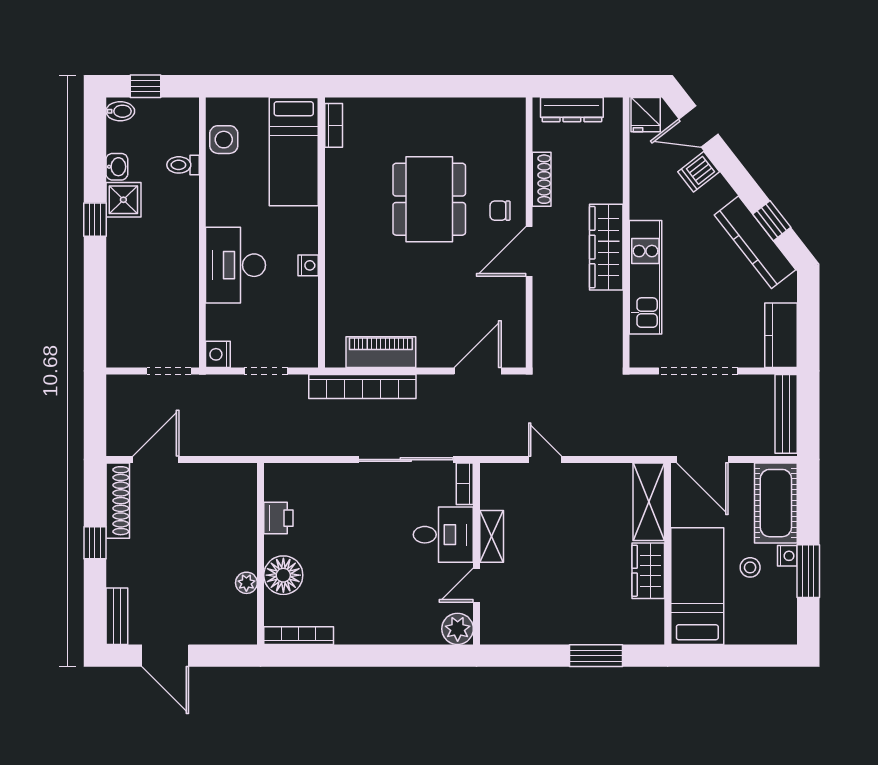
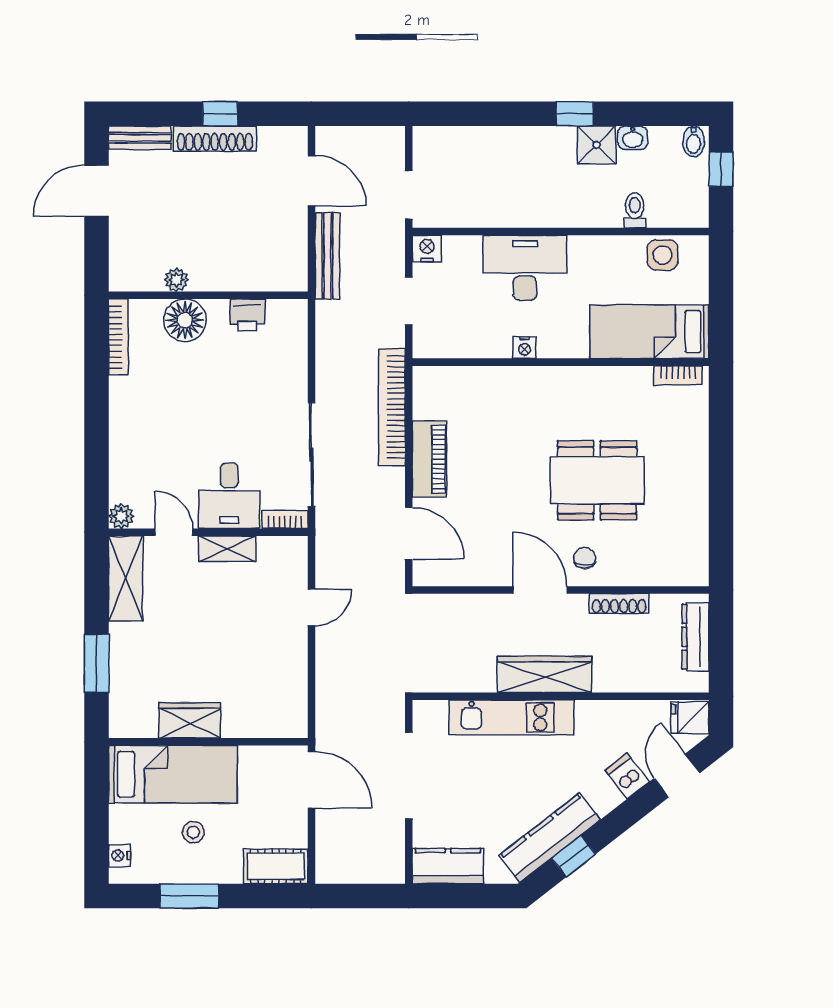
piano: (381, 352) -> (429, 459), moved
bench: (786, 414) -> (327, 256), moved, turned 90
door: (702, 460) -> (312, 780), swing flipped
shoe rack: (118, 501) -> (215, 139), moved
shelving: (649, 502) -> (126, 578), moved, turned 90
cot: (776, 503) -> (276, 866), width x0.73, depth x0.75
nightstand: (787, 556) -> (120, 856), moved, turned 90
plant: (458, 629) -> (121, 516), width x0.73, depth x0.73

